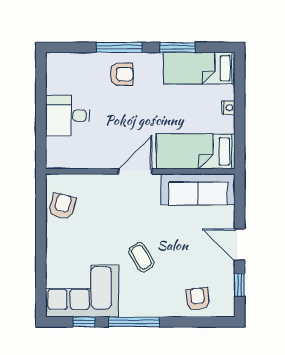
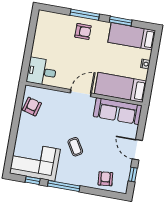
desk: (68, 116) -> (42, 72), moved

